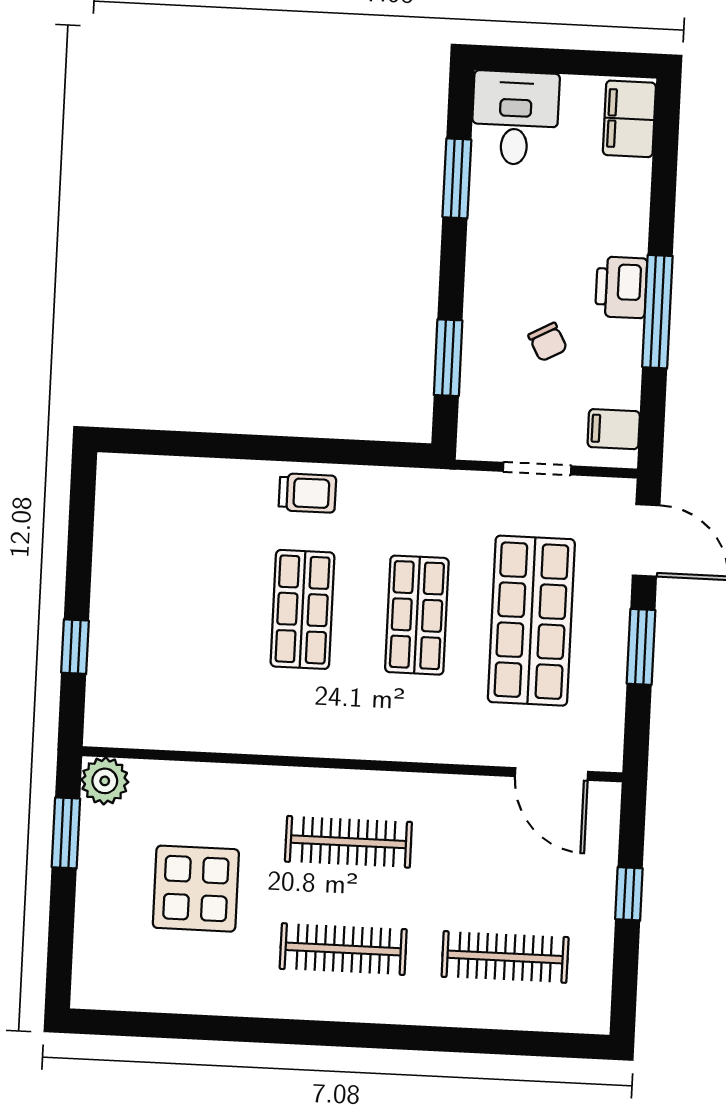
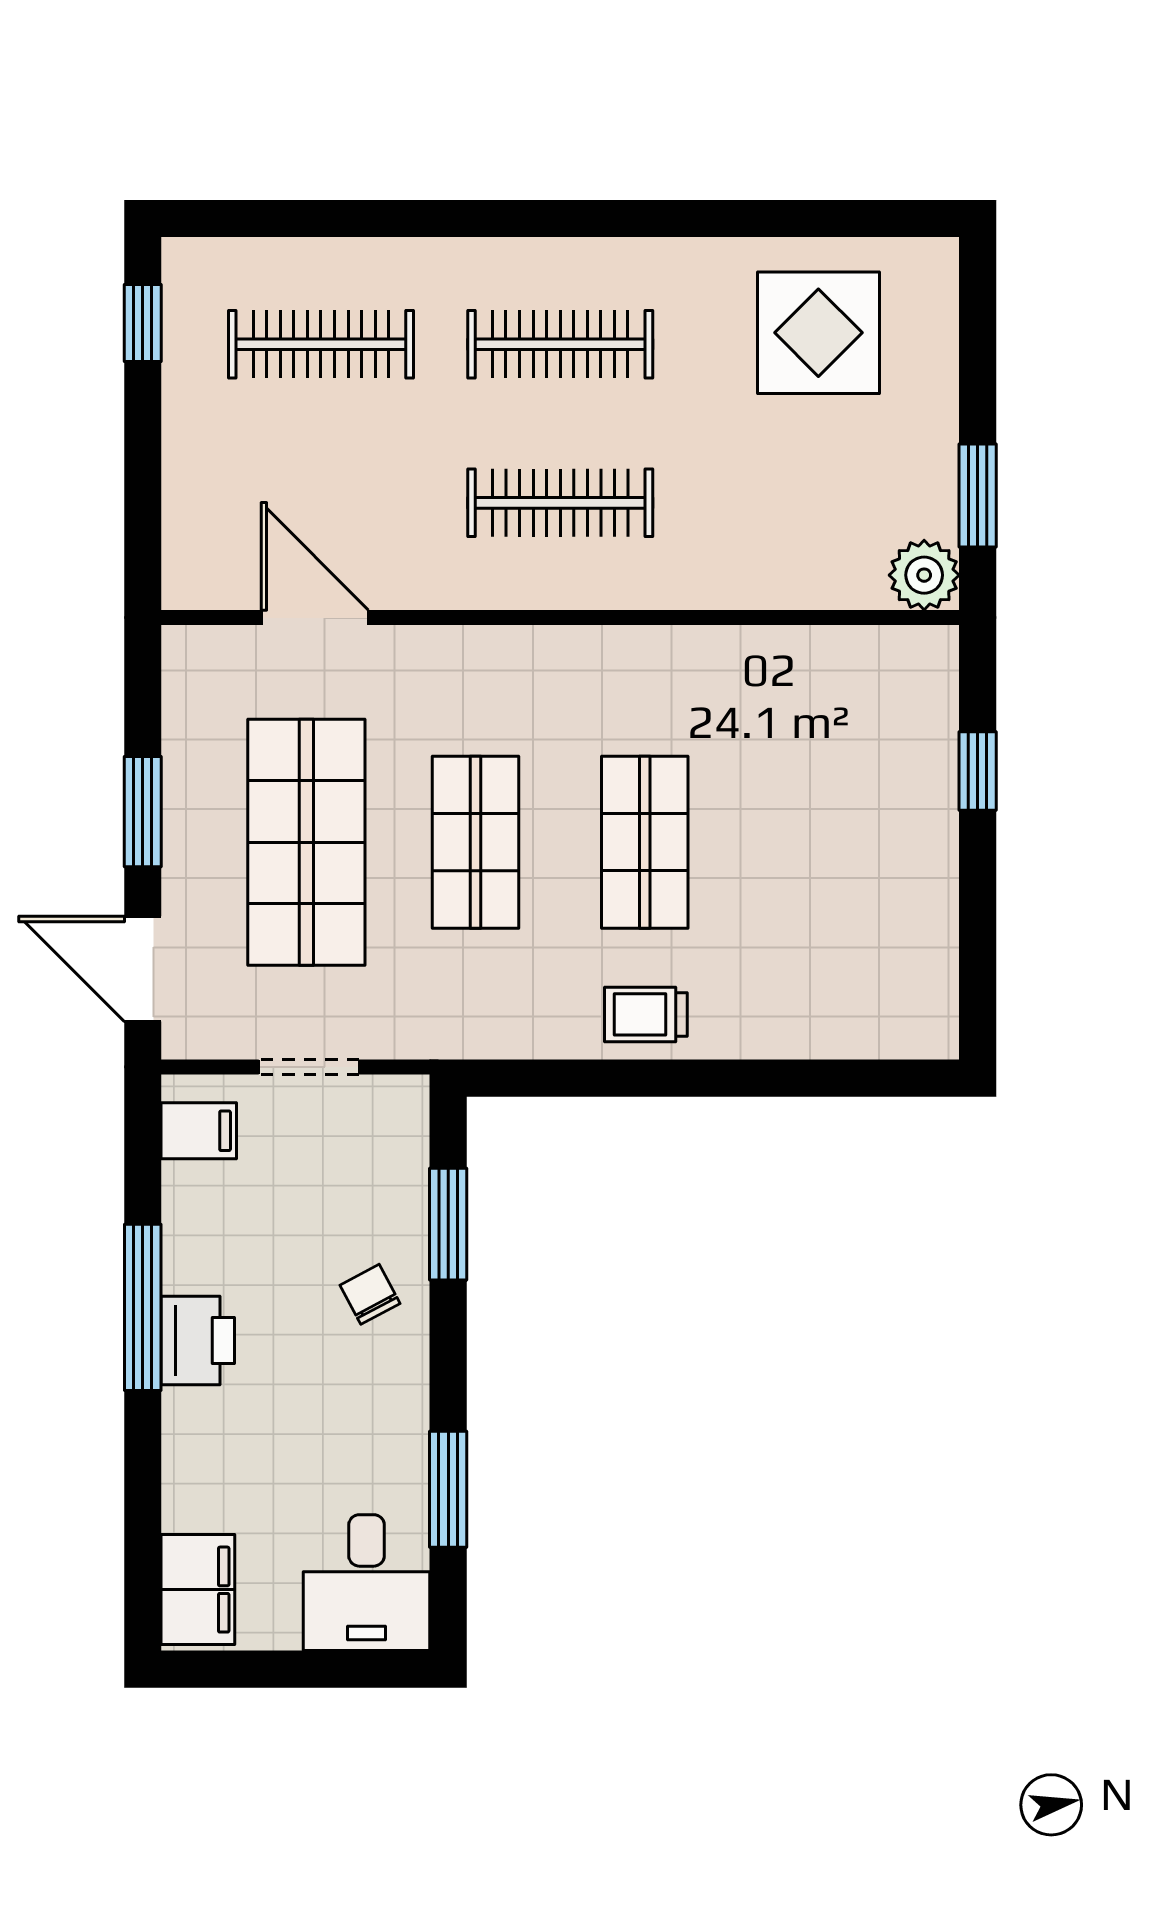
chair: (548, 342) -> (370, 1294), moved
door: (552, 774) -> (315, 618), moved
display table: (196, 889) -> (818, 333), moved
window: (629, 894) -> (143, 323), moved

